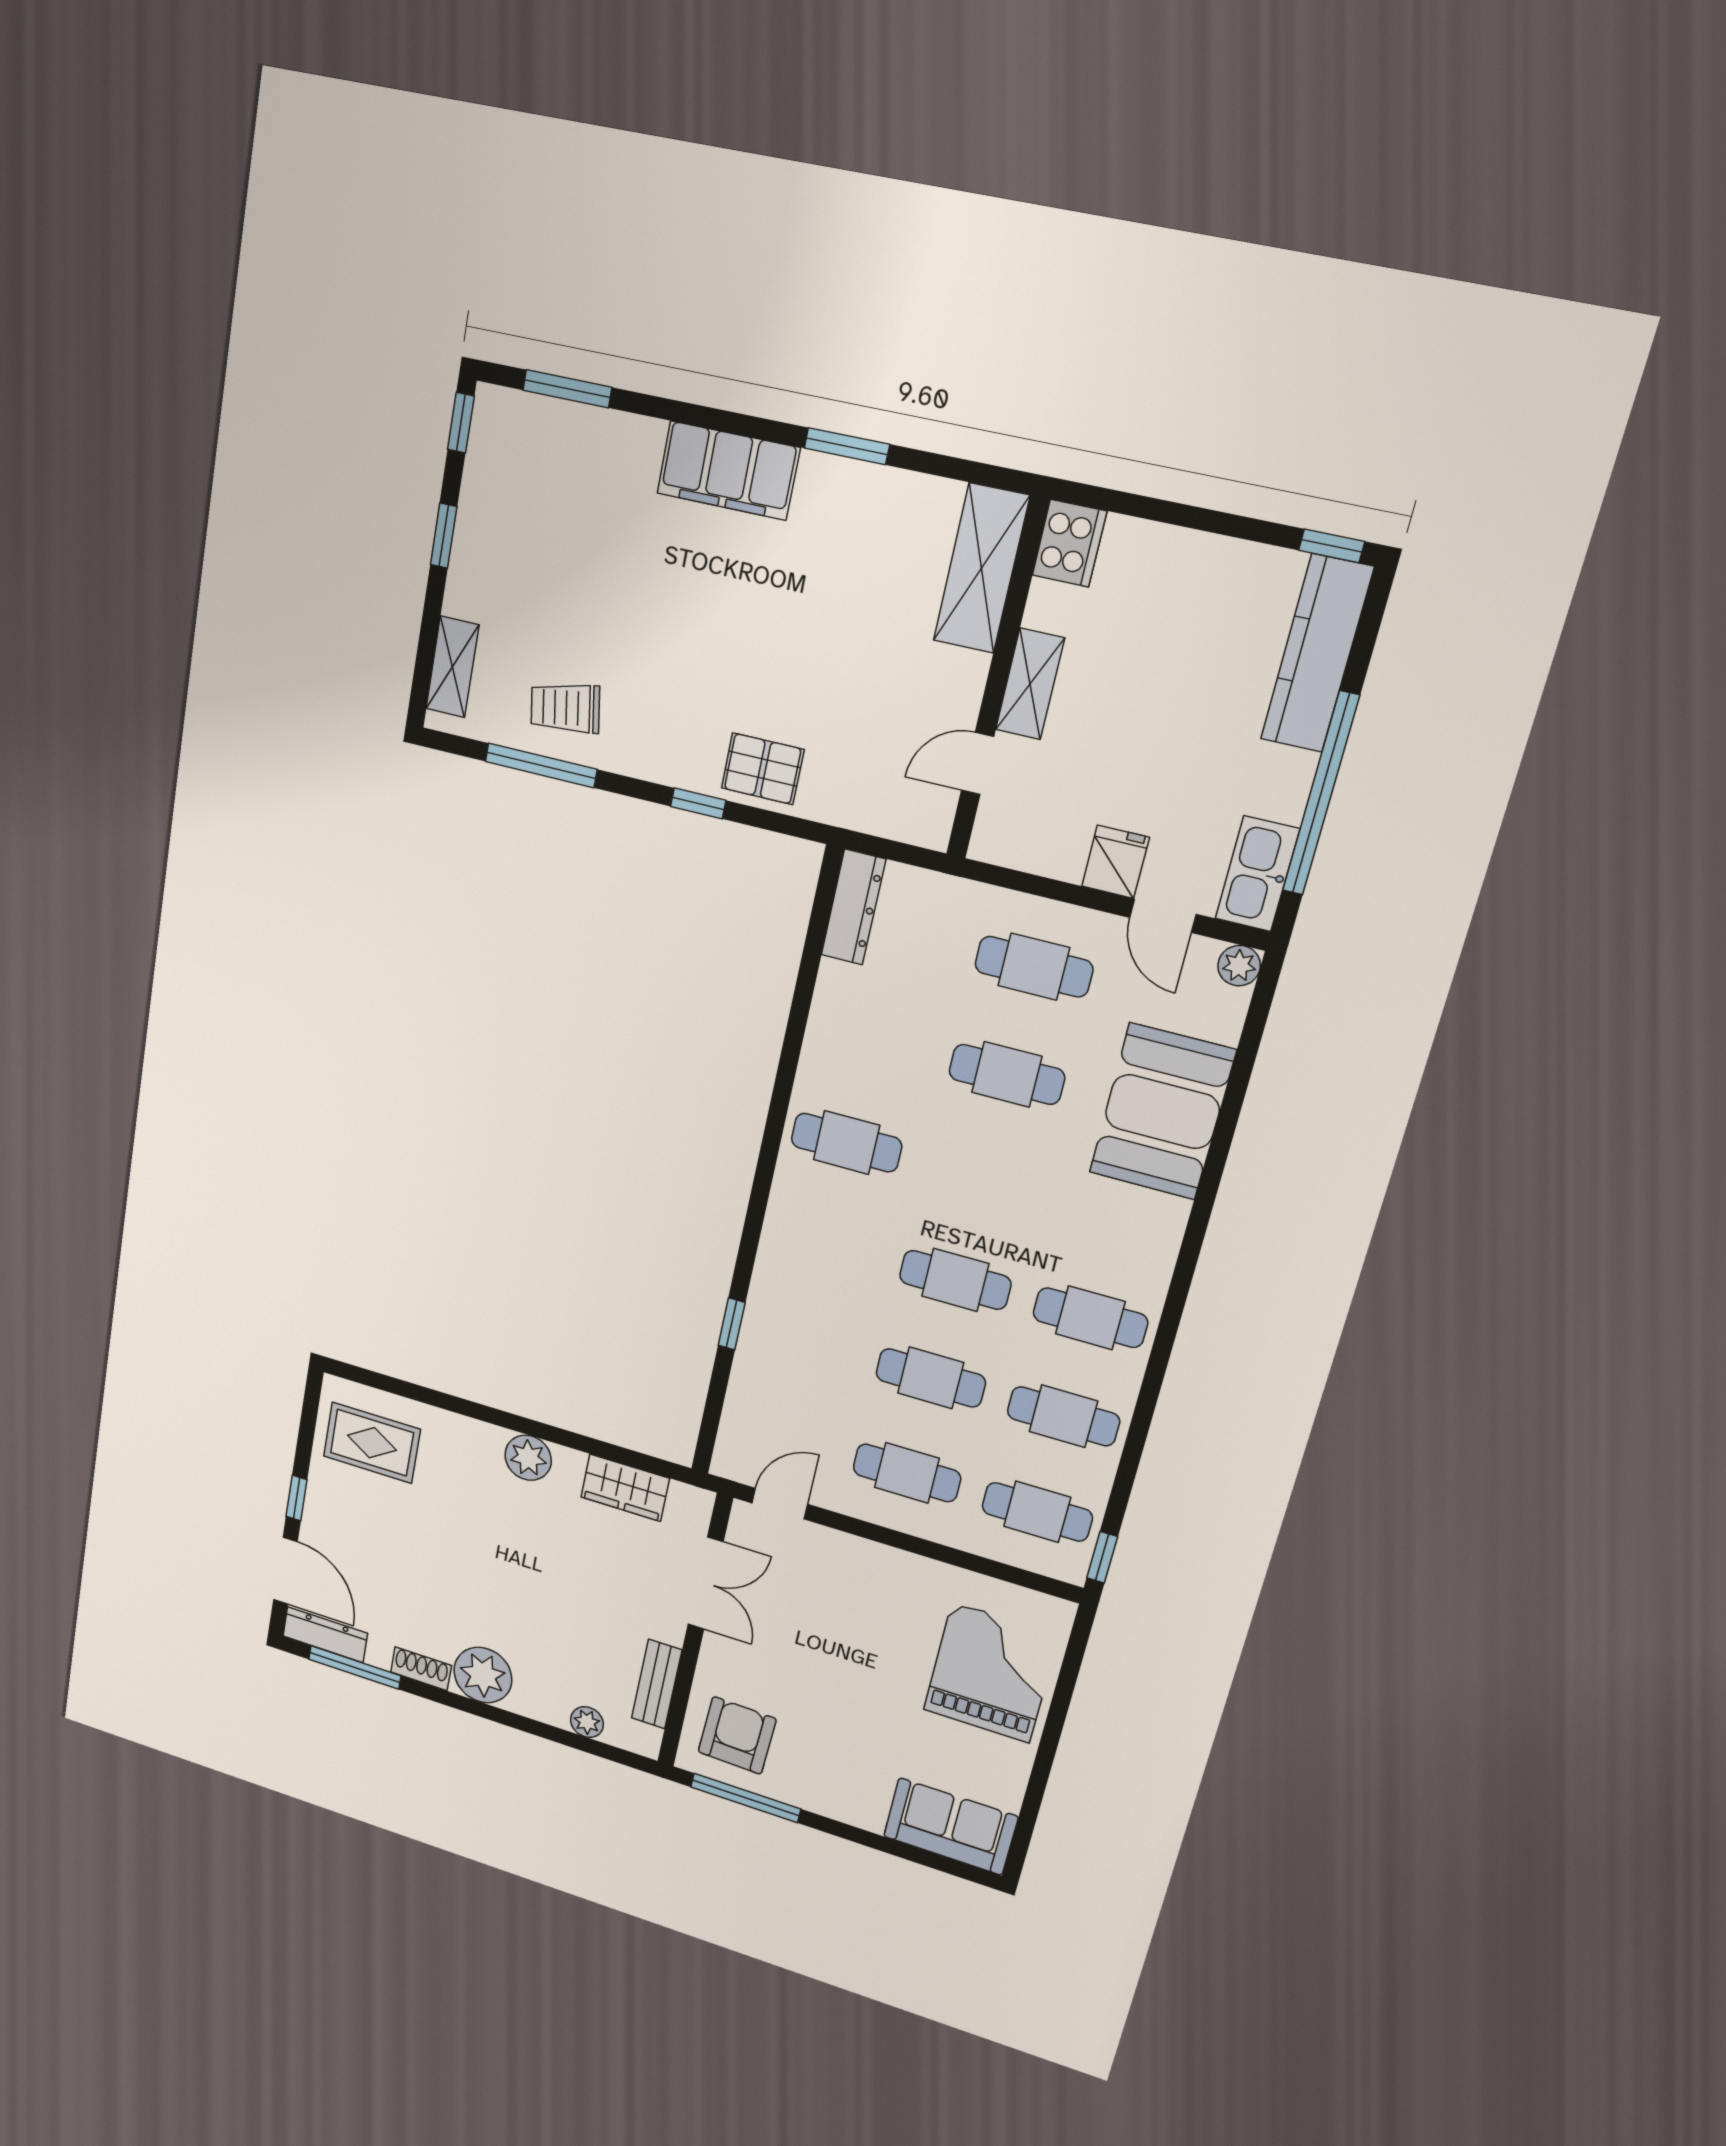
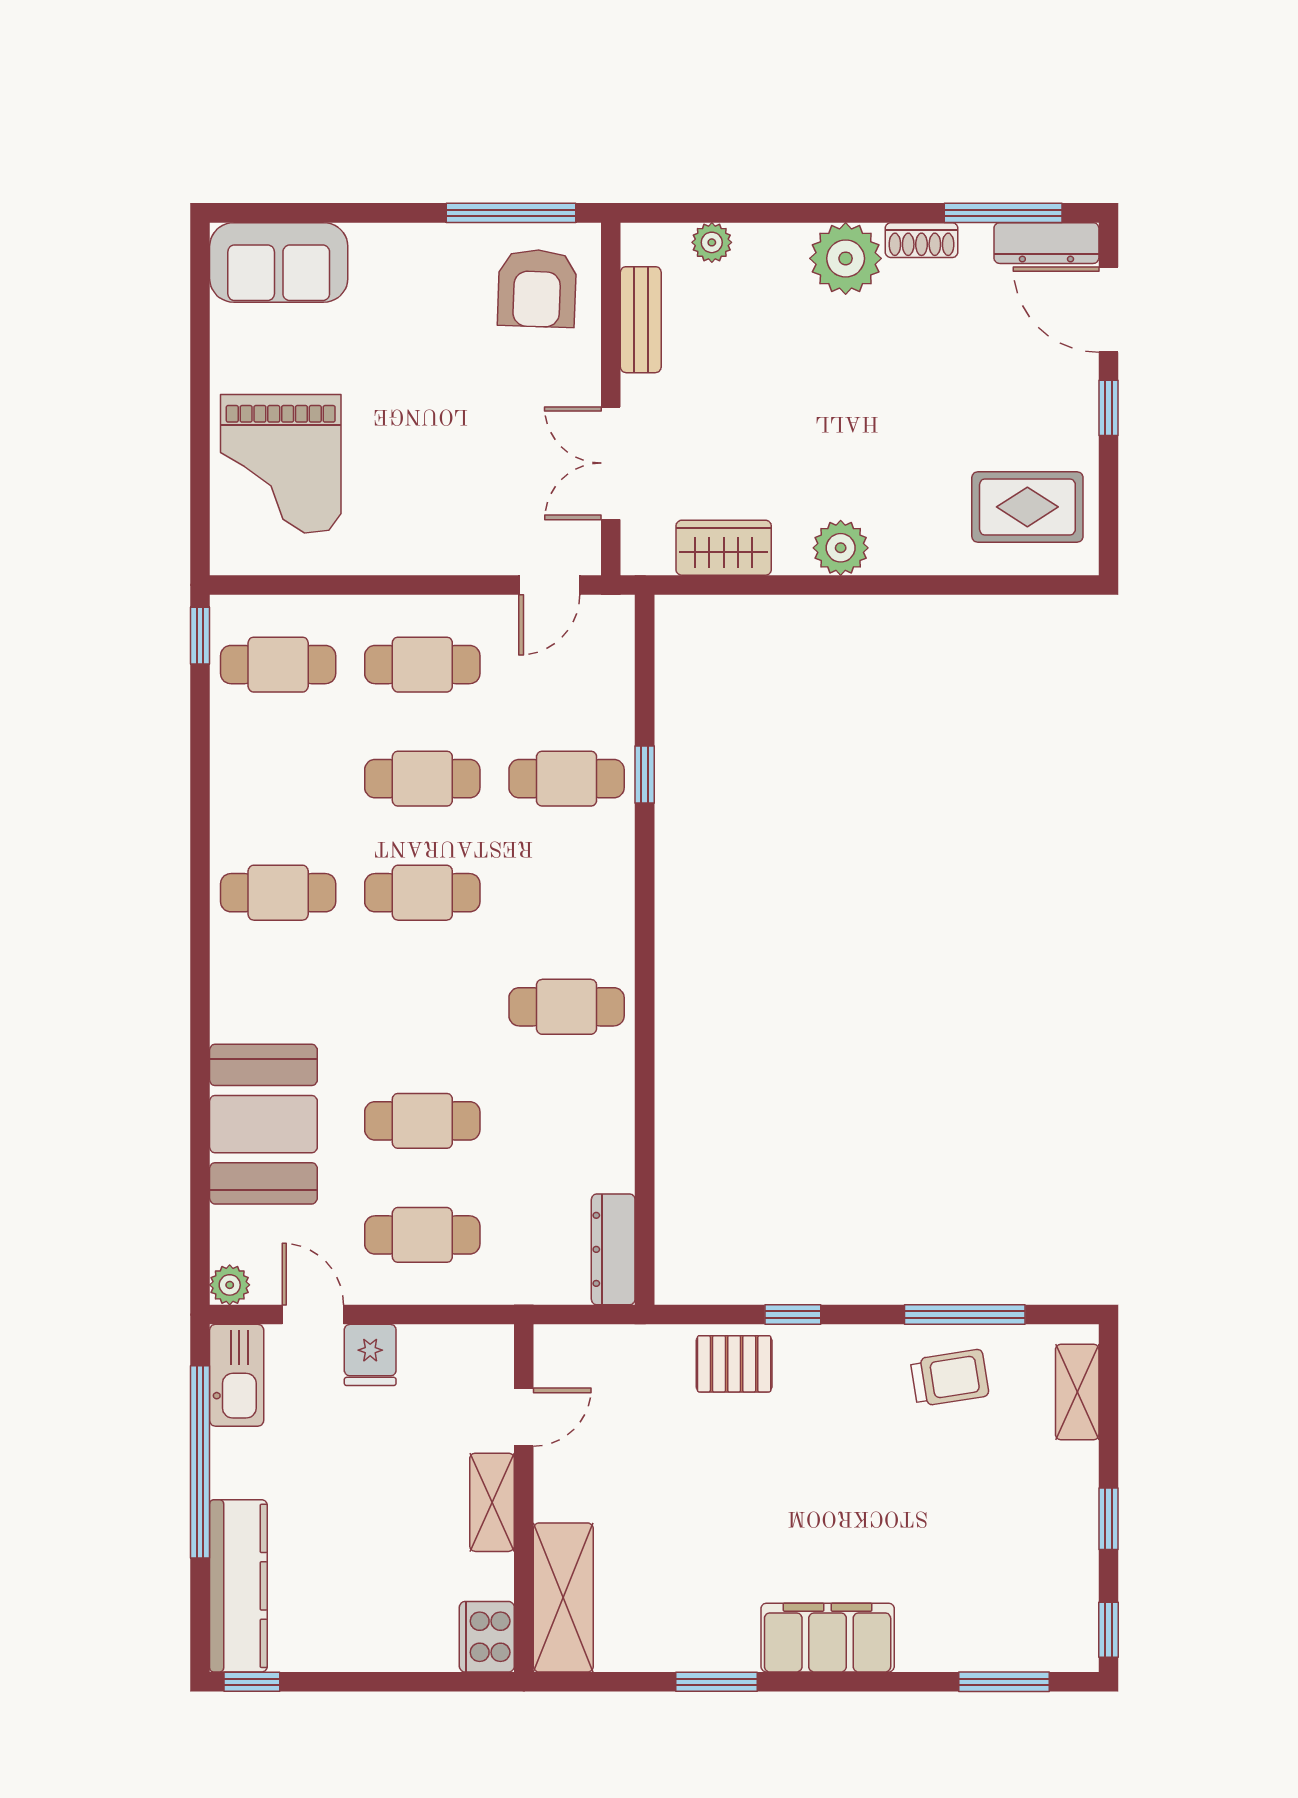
cafe table: (1063, 1416) -> (567, 779), moved

